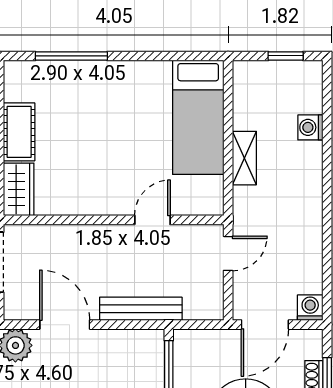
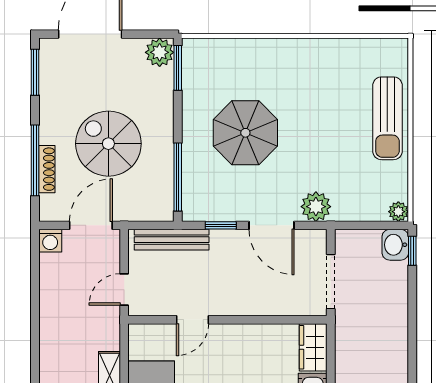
bench: (141, 309) -> (172, 240), moved
window: (121, 325) -> (221, 225), added

